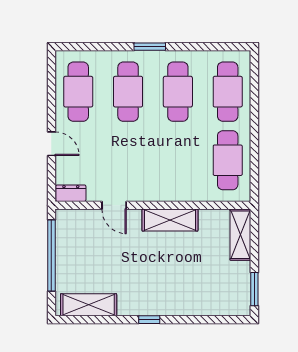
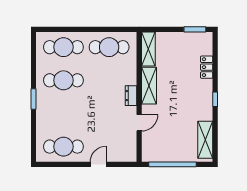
cafe table: (128, 92) -> (63, 113), removed
dresser: (71, 193) -> (131, 96), moved
shelving: (240, 235) -> (148, 49), moved, turned 90
locker: (198, 307) -> (207, 67), added

